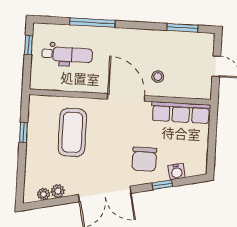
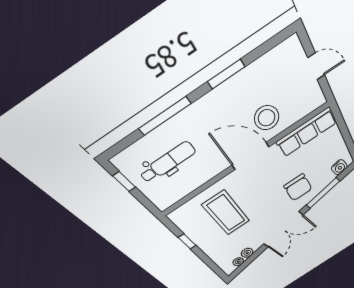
window: (182, 28) -> (226, 74), moved
stool: (158, 77) -> (267, 118), width x1.89, depth x1.89
water cooler: (177, 172) -> (339, 167), moved
window: (162, 185) -> (323, 193), width x2.17

